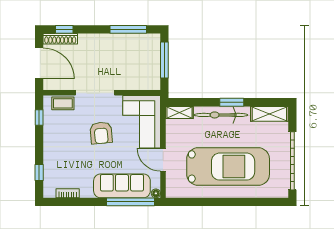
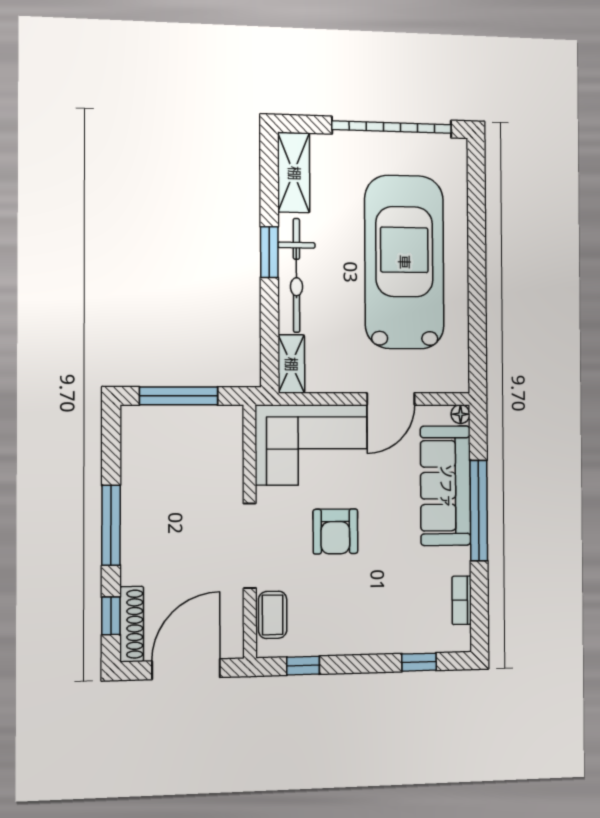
window: (128, 29) -> (111, 525), moved
armchair: (101, 133) -> (335, 531), turned 95
window: (131, 202) -> (479, 510), moved

